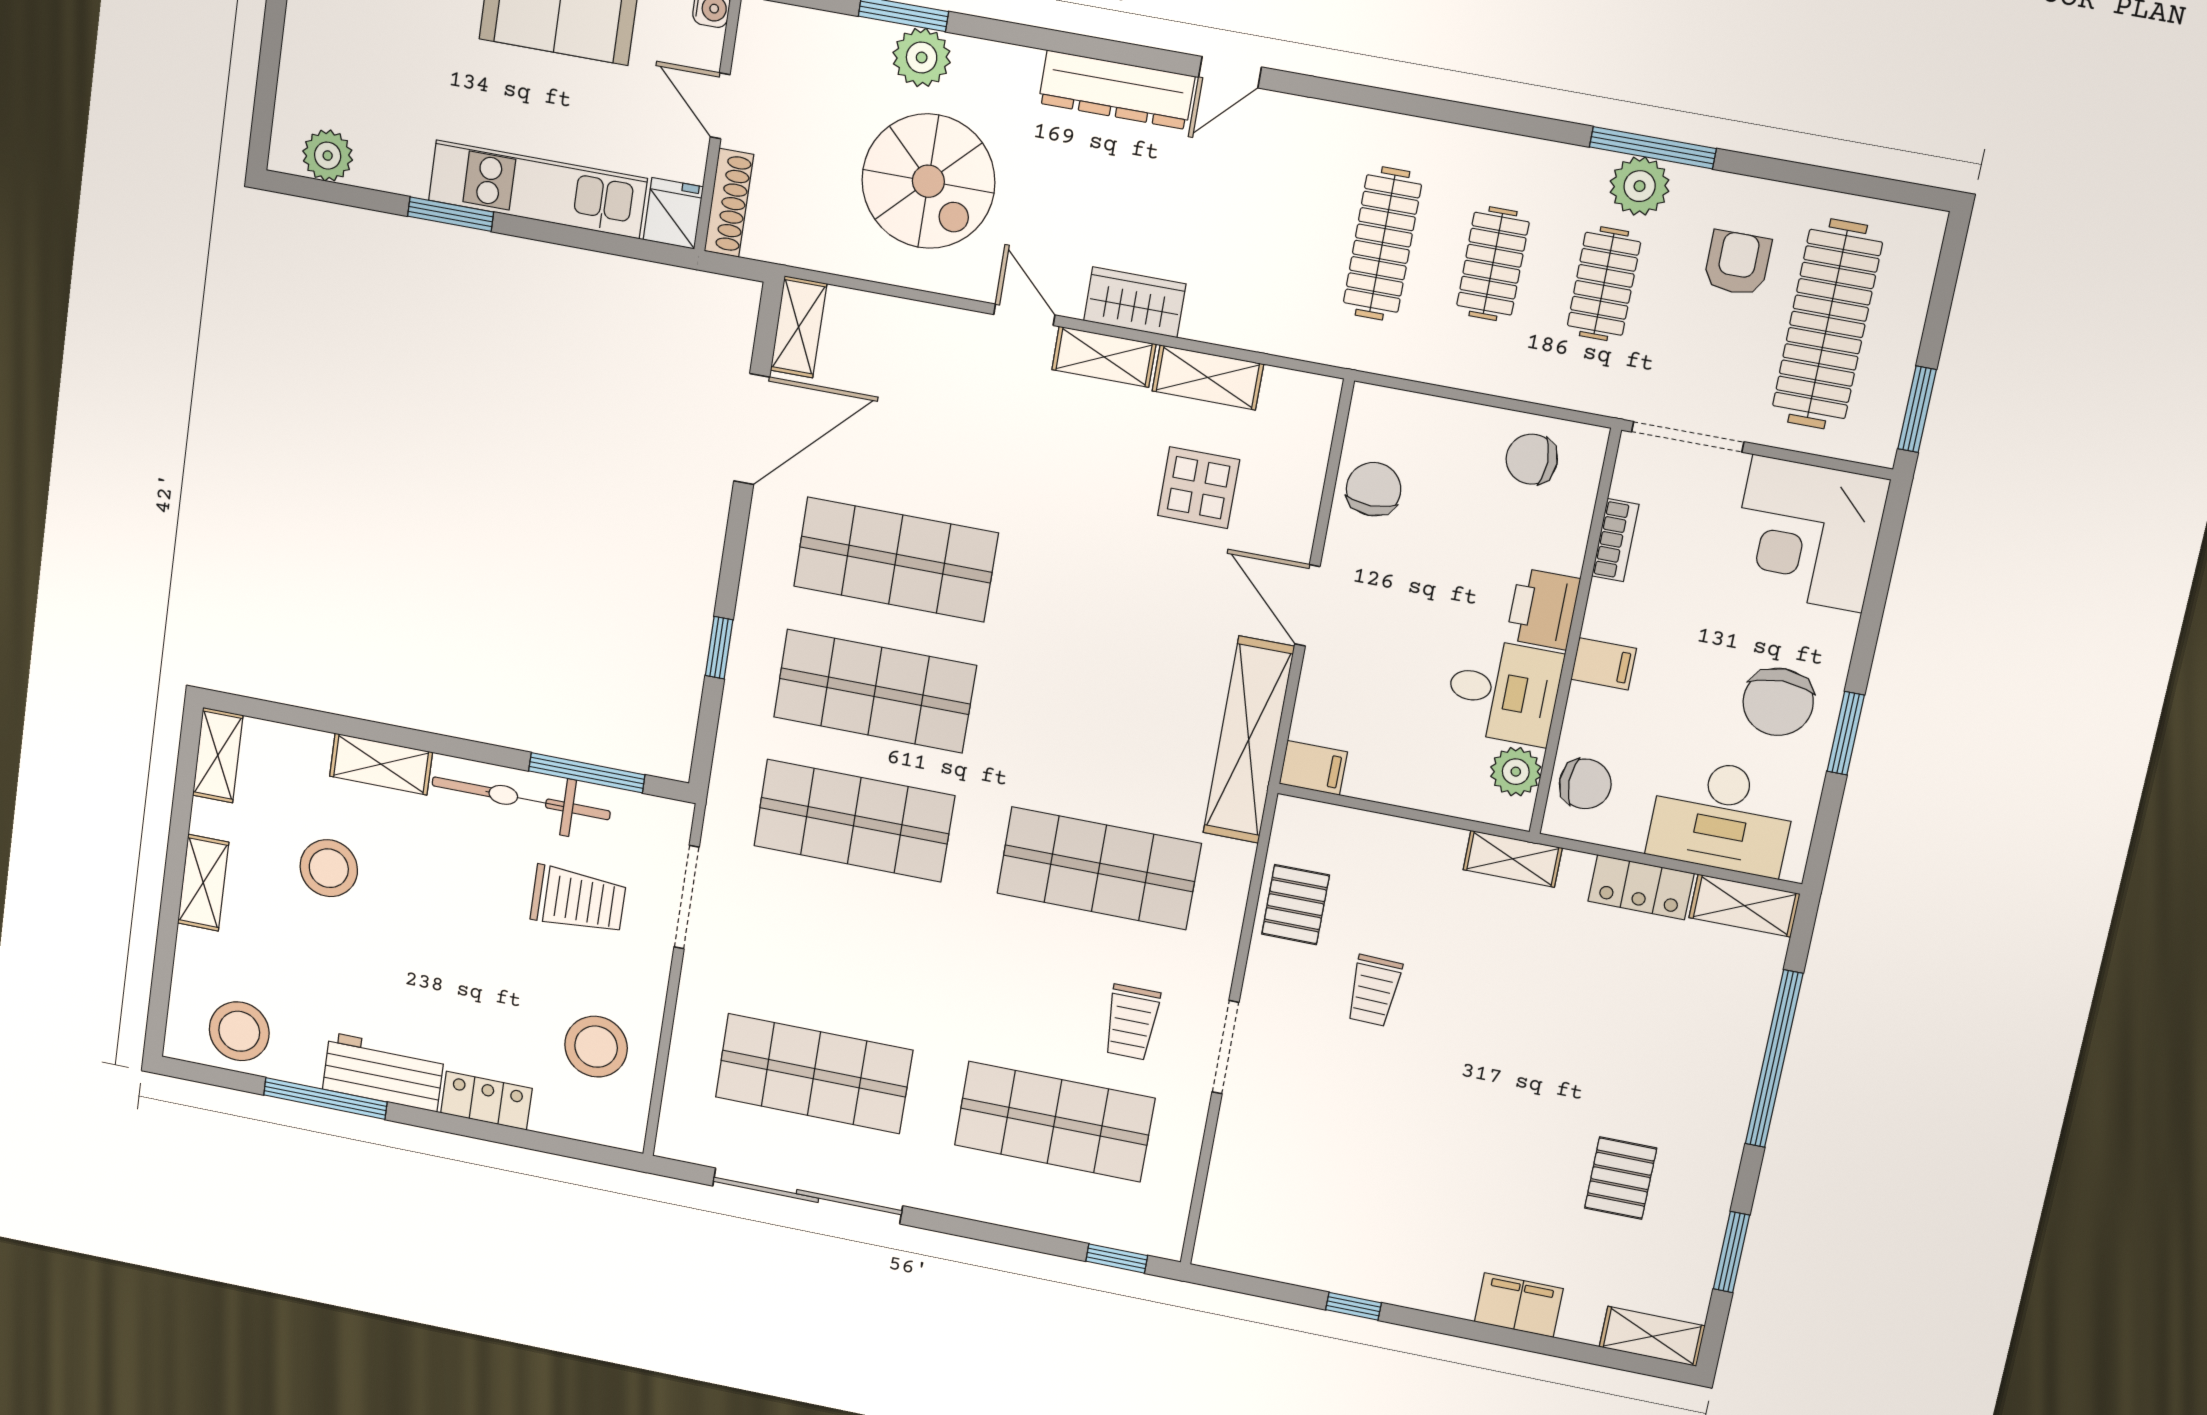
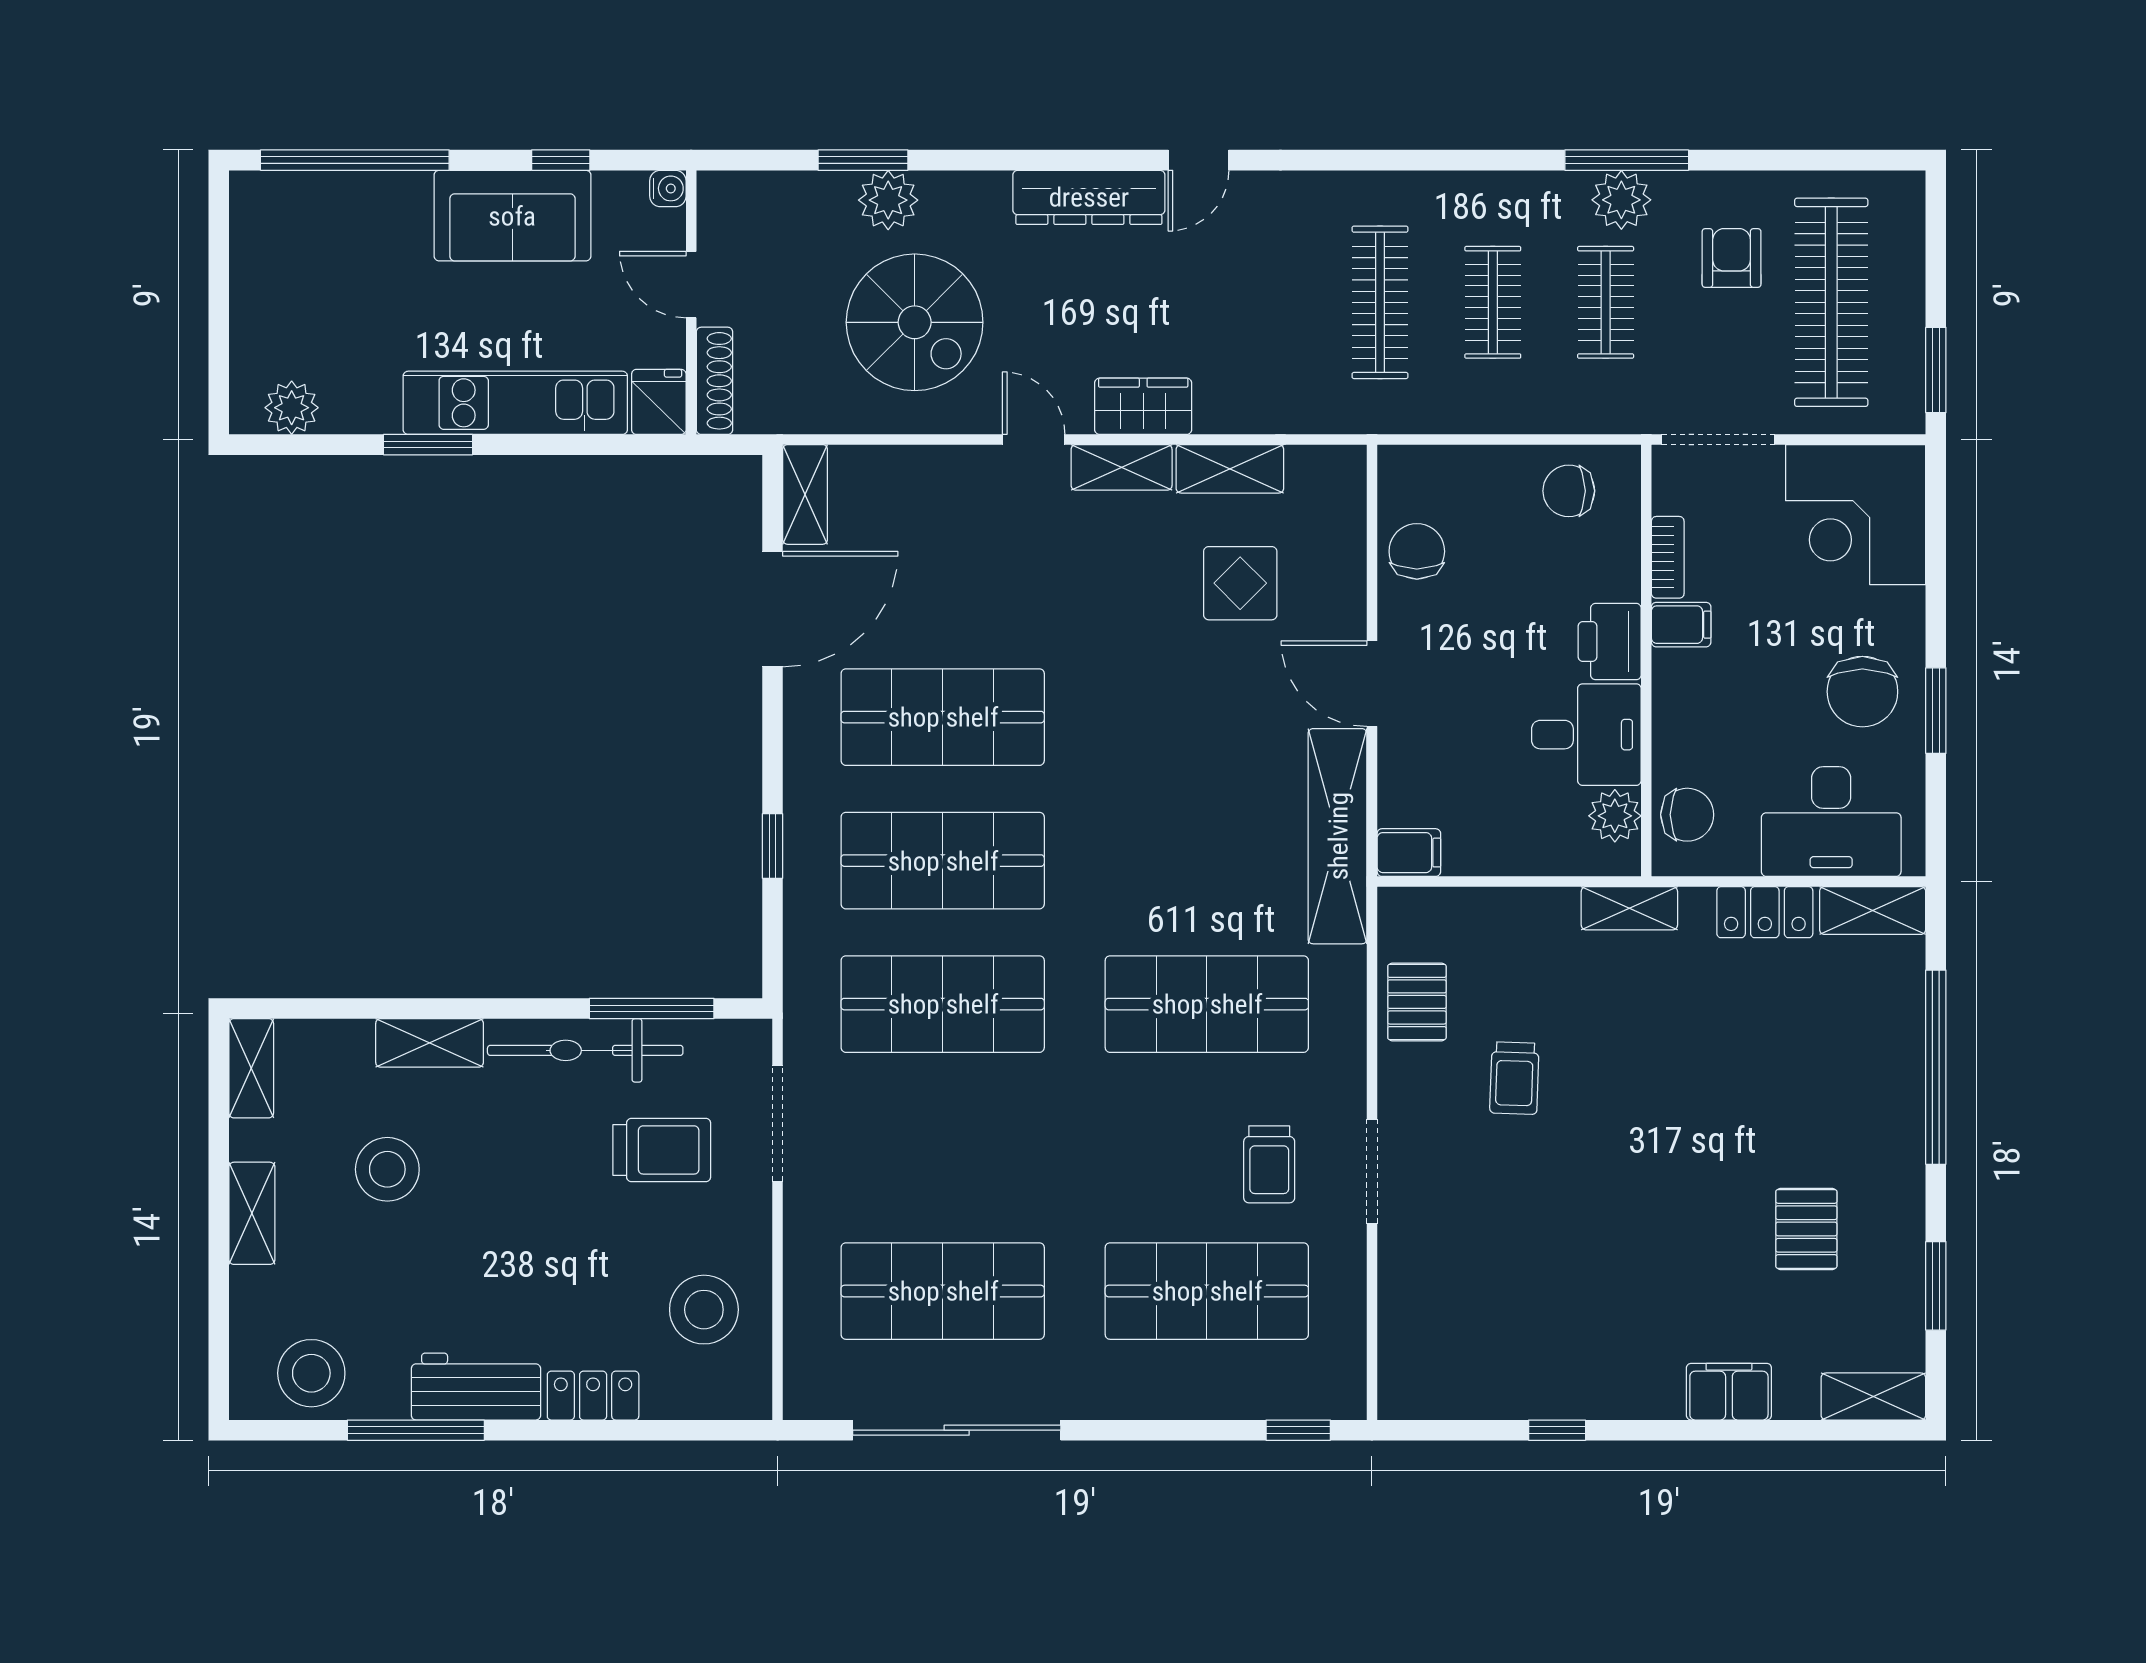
filing cabinet: (1604, 664) -> (1681, 625), moved

